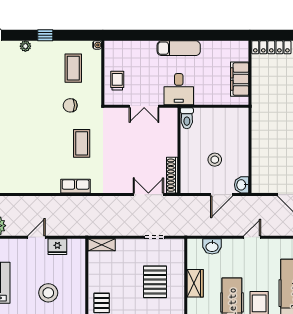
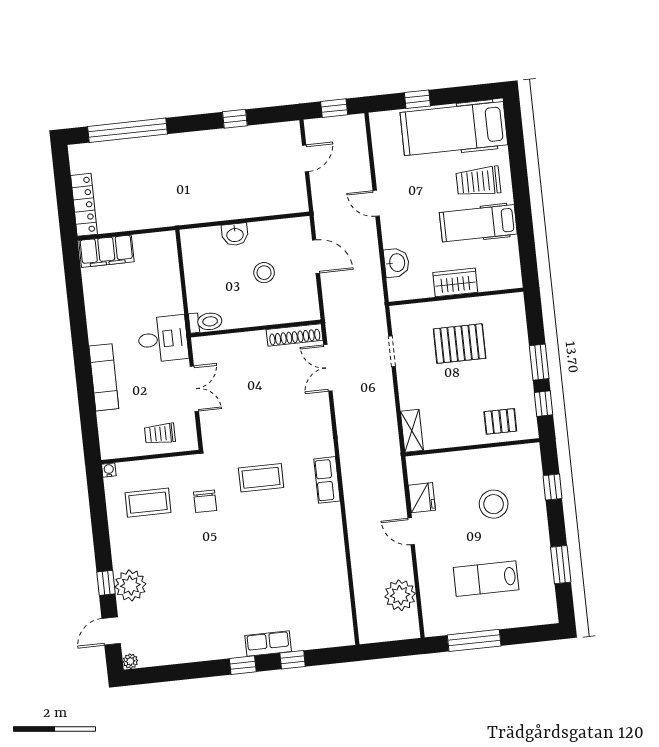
window: (45, 35) -> (106, 583), moved
plant: (25, 46) -> (130, 585), width x1.88, depth x1.88
exam couch: (179, 48) -> (104, 377), moved
filing cabinet: (240, 79) -> (106, 251), moved
washbasin: (242, 185) -> (235, 234), moved

